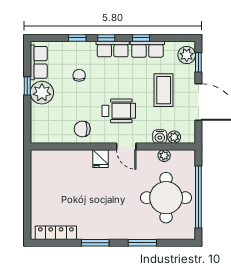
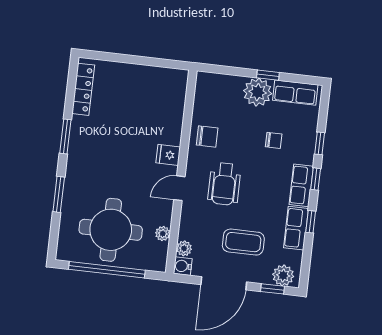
chair: (82, 129) -> (207, 137), turned 90
water cooler: (160, 137) -> (183, 266), moved

